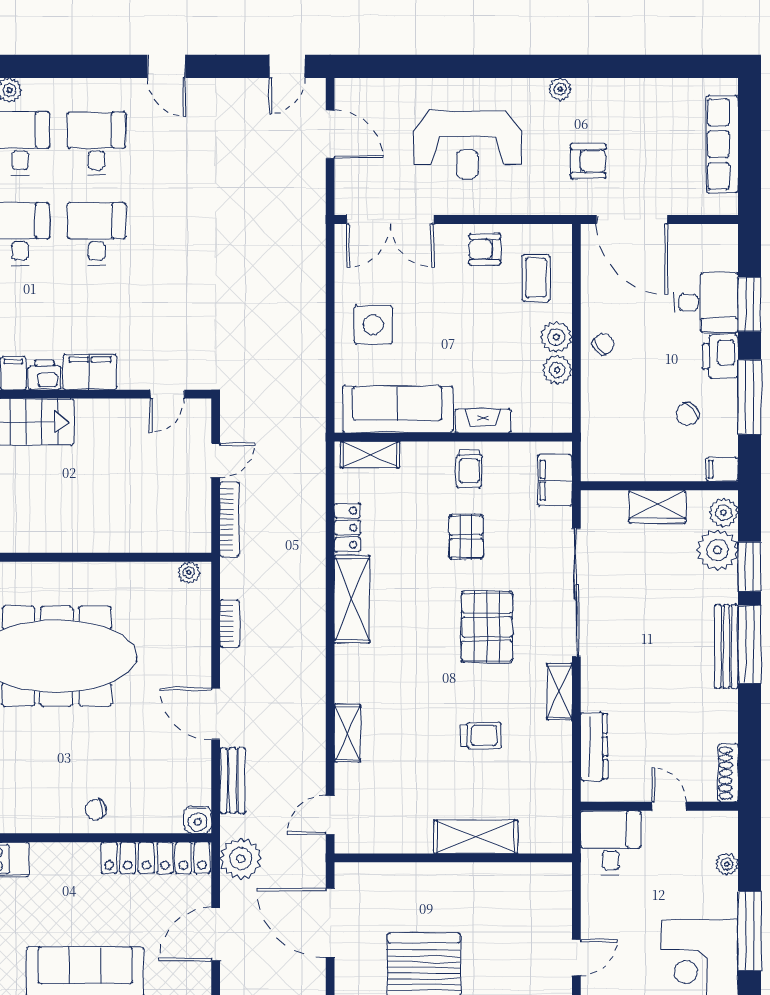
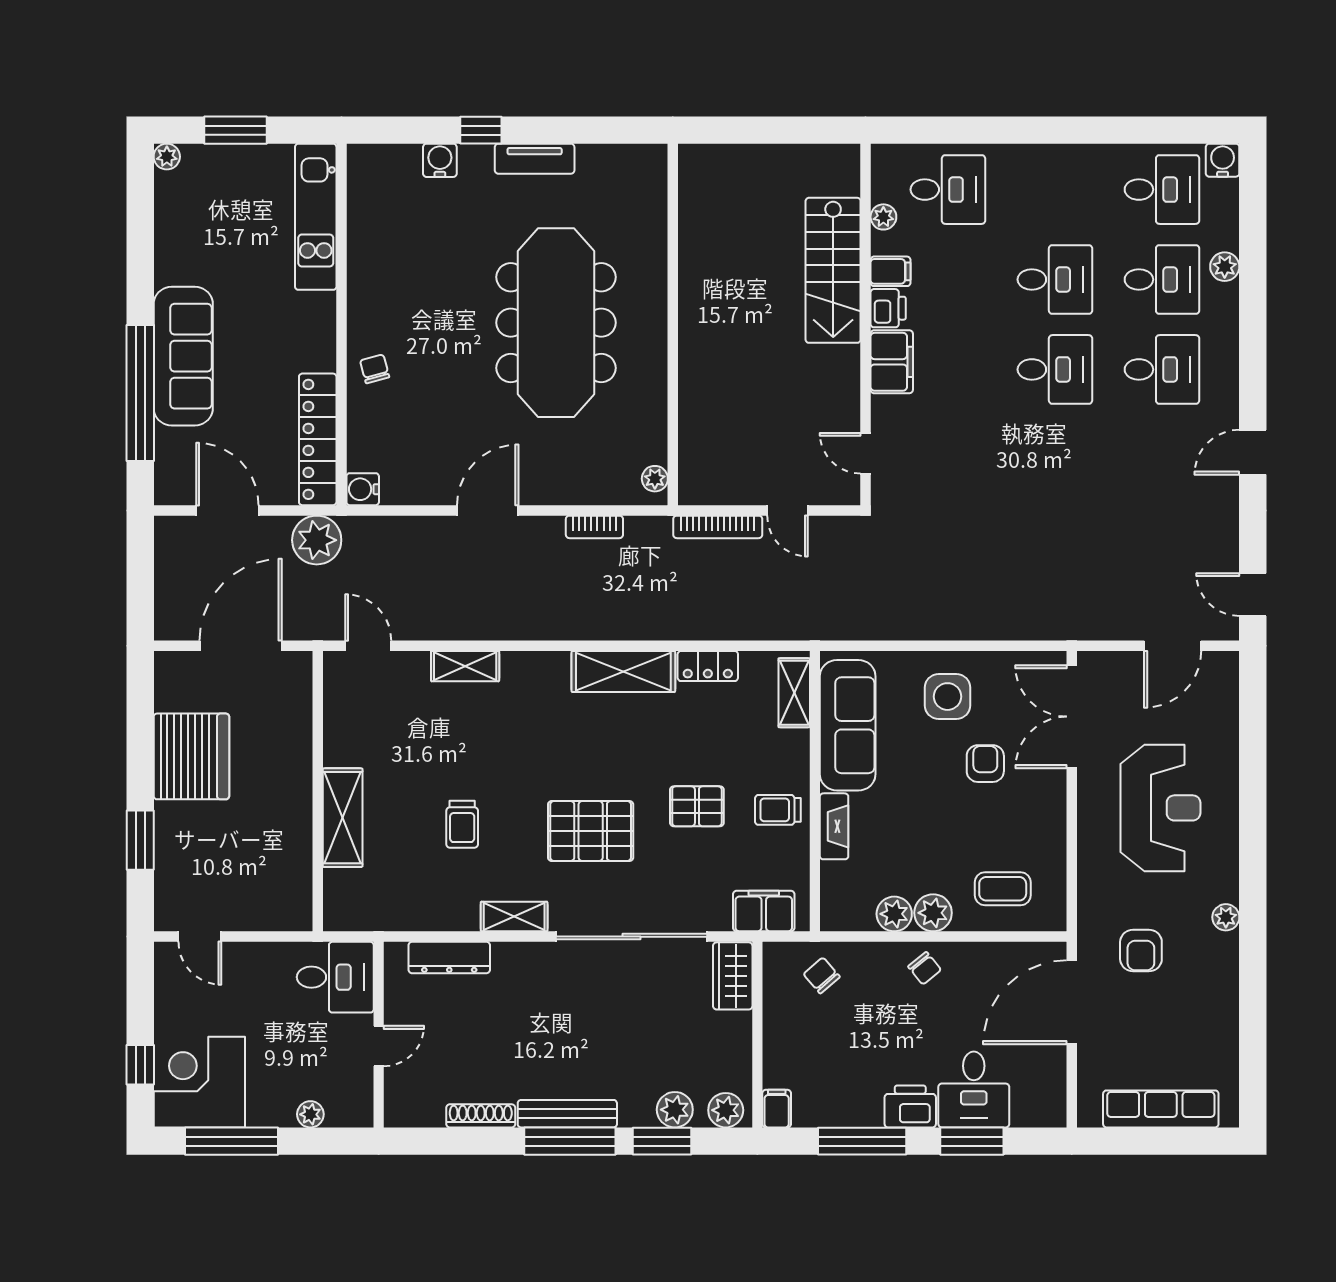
reception desk: (467, 145) -> (1160, 808), turned 180
armchair: (485, 249) -> (985, 764), moved
chair: (688, 414) -> (822, 975), moved
wardrobe: (657, 507) -> (733, 976), moved
plant: (717, 550) -> (675, 1110), width x0.73, depth x0.73
shoe rack: (728, 773) -> (481, 1116), moved
bench: (233, 780) -> (409, 530), removed

